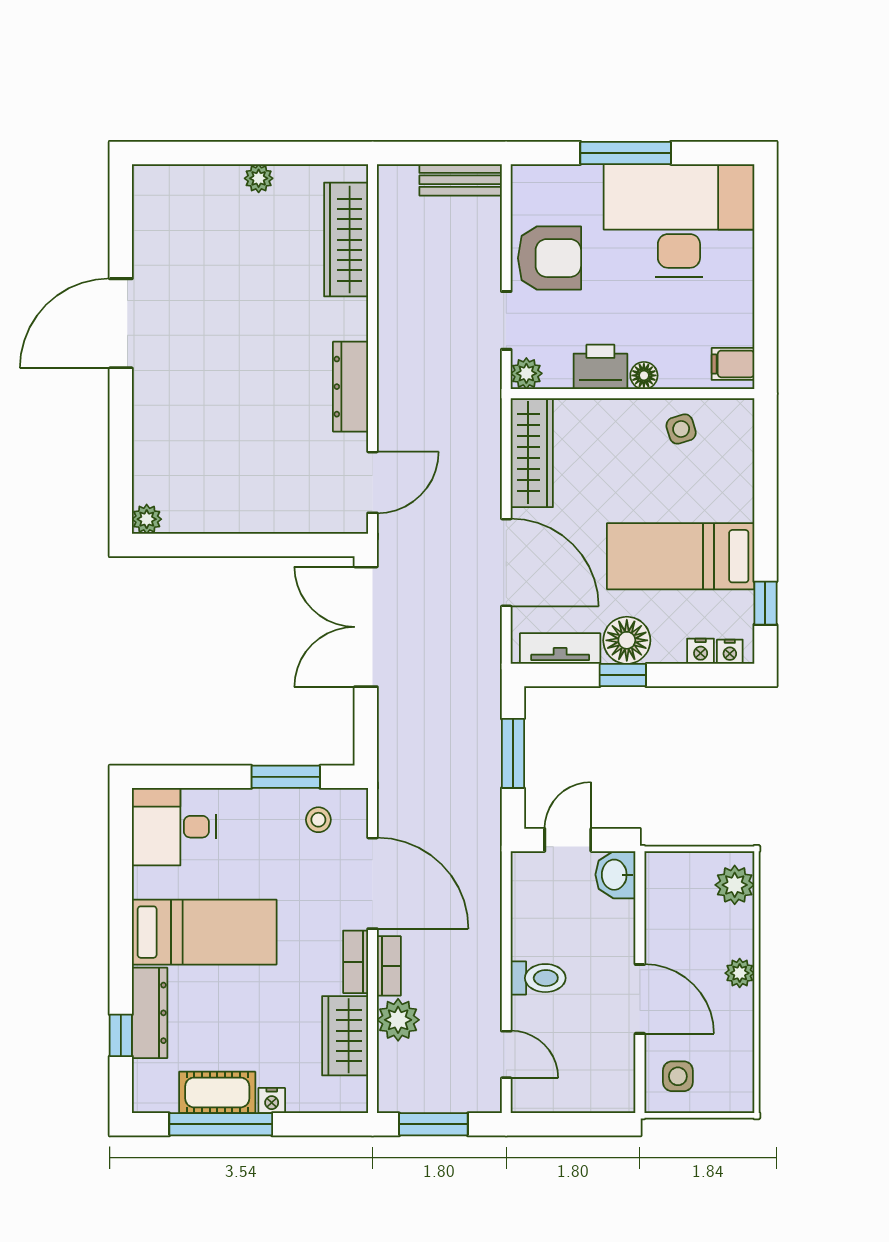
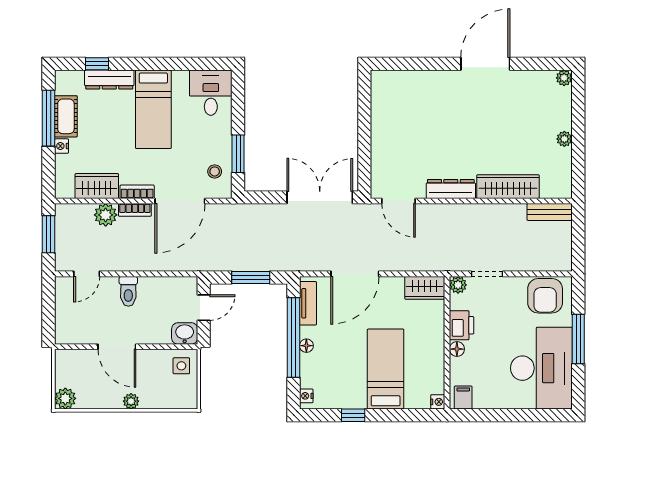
bench: (461, 180) -> (550, 212), moved, turned 90
wardrobe: (346, 240) -> (508, 187), moved
armchair: (549, 258) -> (545, 296), moved
door: (121, 323) -> (485, 64), hinge flipped
side table: (681, 429) -> (428, 369), removed
wardrobe: (532, 453) -> (425, 288), width x0.67
plant: (147, 519) -> (564, 78), moved
bed: (681, 556) -> (386, 369), moved
window: (765, 603) -> (353, 415), moved
floor lamp: (627, 640) -> (306, 346), width x0.53, depth x0.53
nightstand: (701, 651) -> (438, 402), moved, turned 180
window: (623, 675) -> (294, 337), width x3.17
door: (568, 840) -> (204, 308), hinge flipped
plant: (735, 885) -> (65, 398), moved
door: (640, 999) -> (117, 347), hinge flipped
side table: (678, 1076) -> (181, 366), moved

